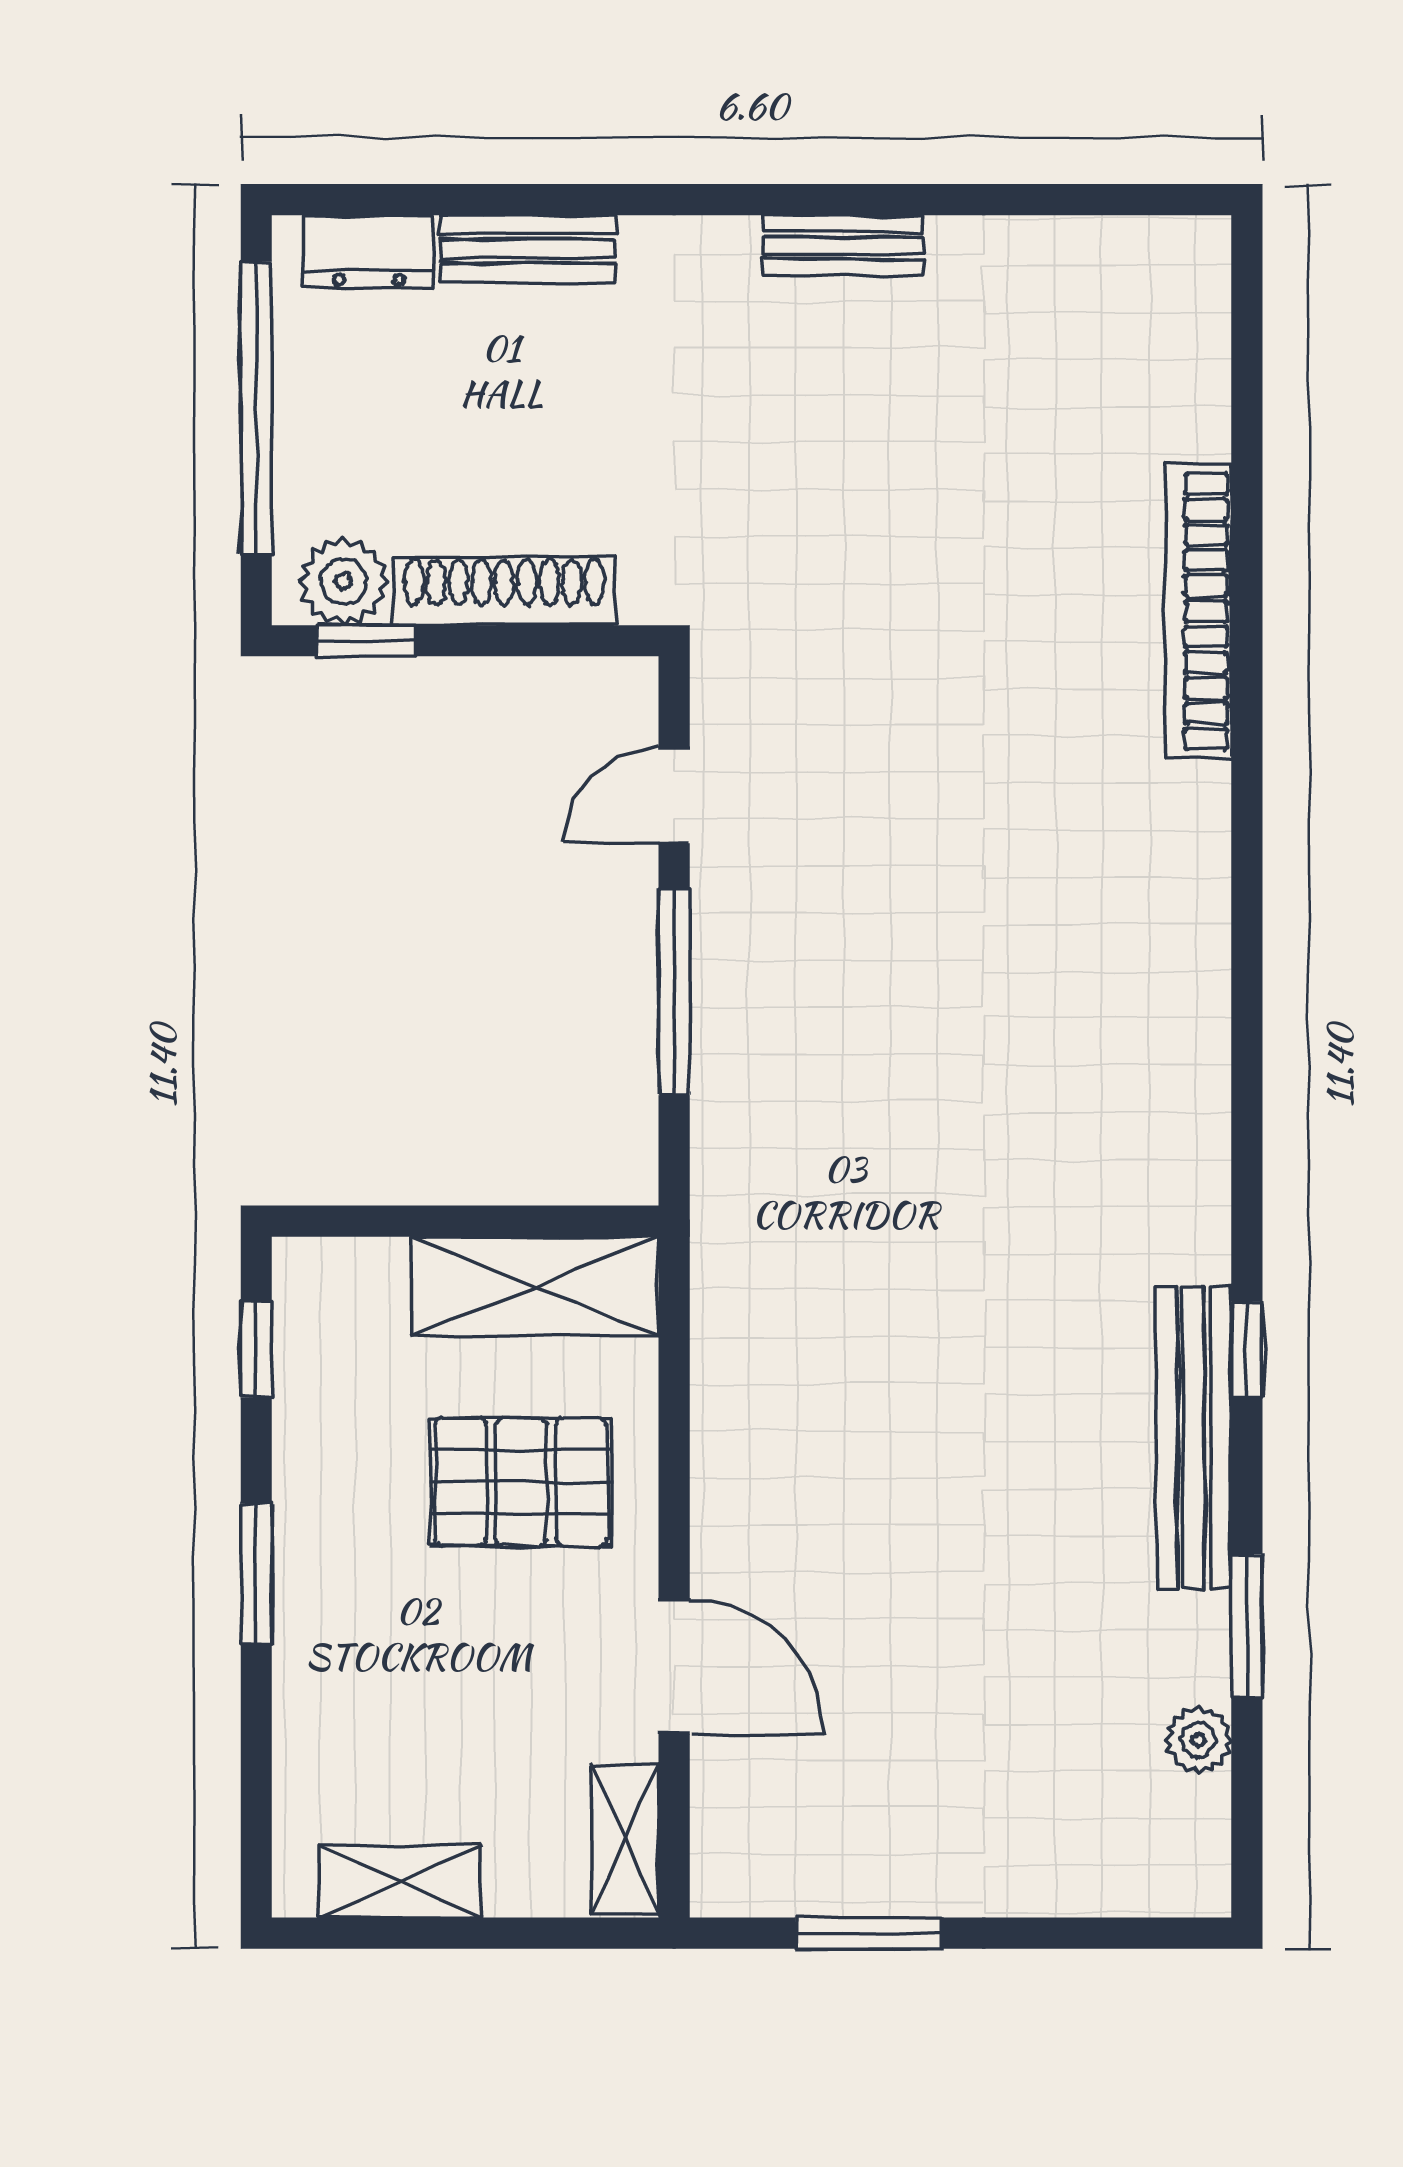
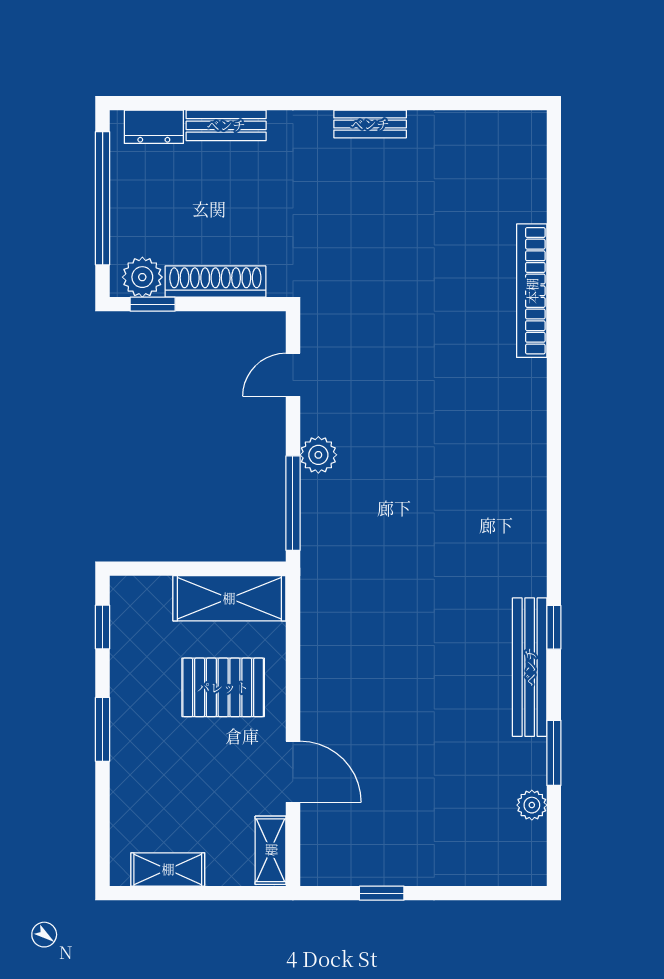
plant: (730, 972) -> (318, 455), added
window: (674, 991) -> (293, 503), moved
window: (869, 1933) -> (382, 893), width x0.67

